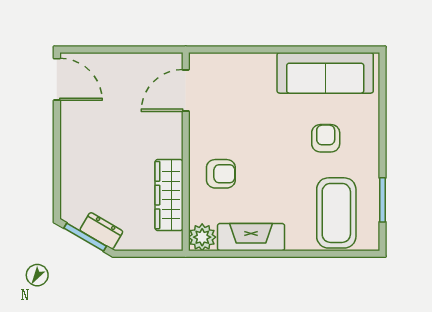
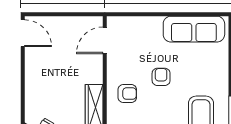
armchair: (326, 138) -> (161, 77), moved

